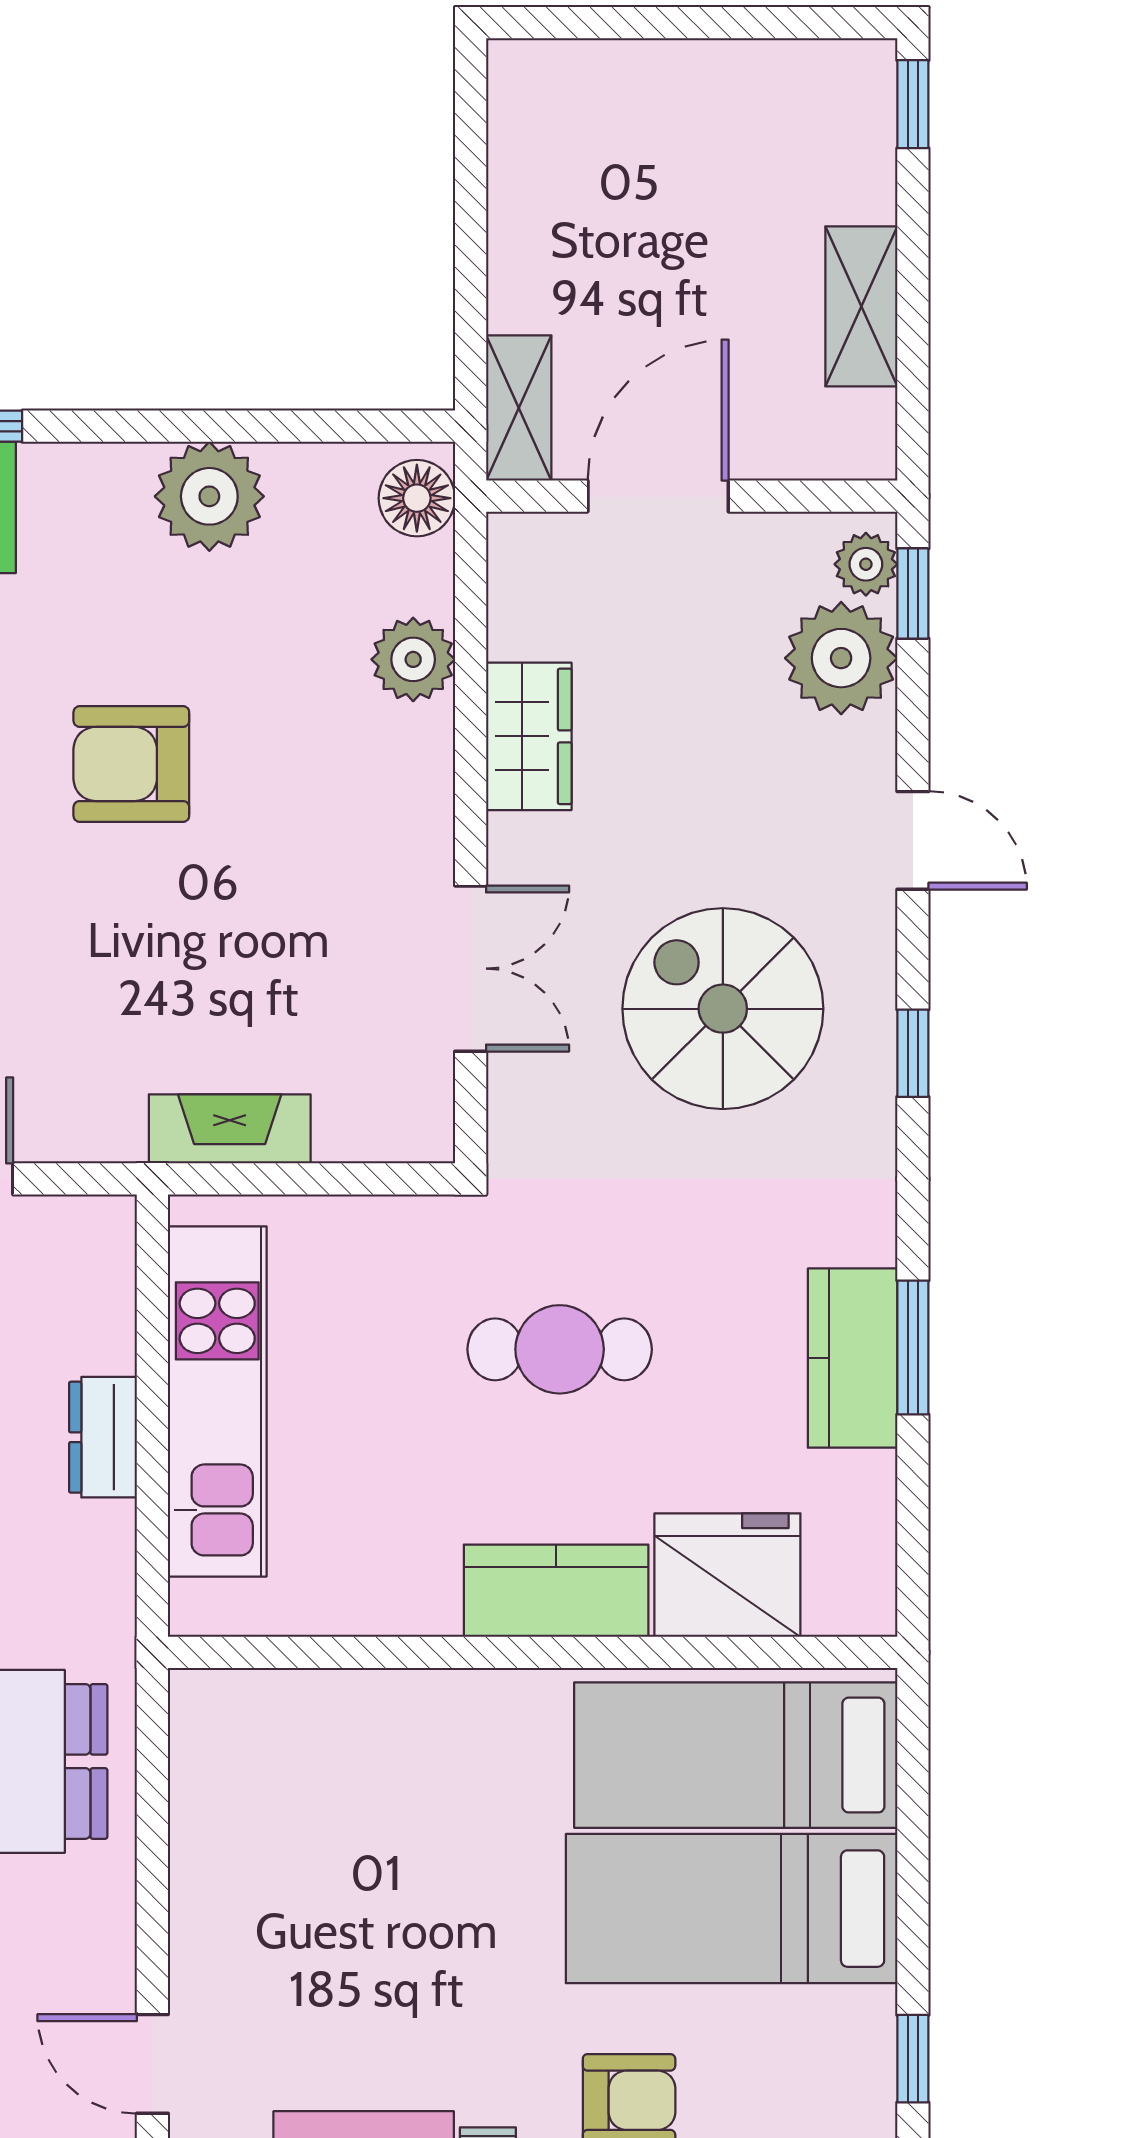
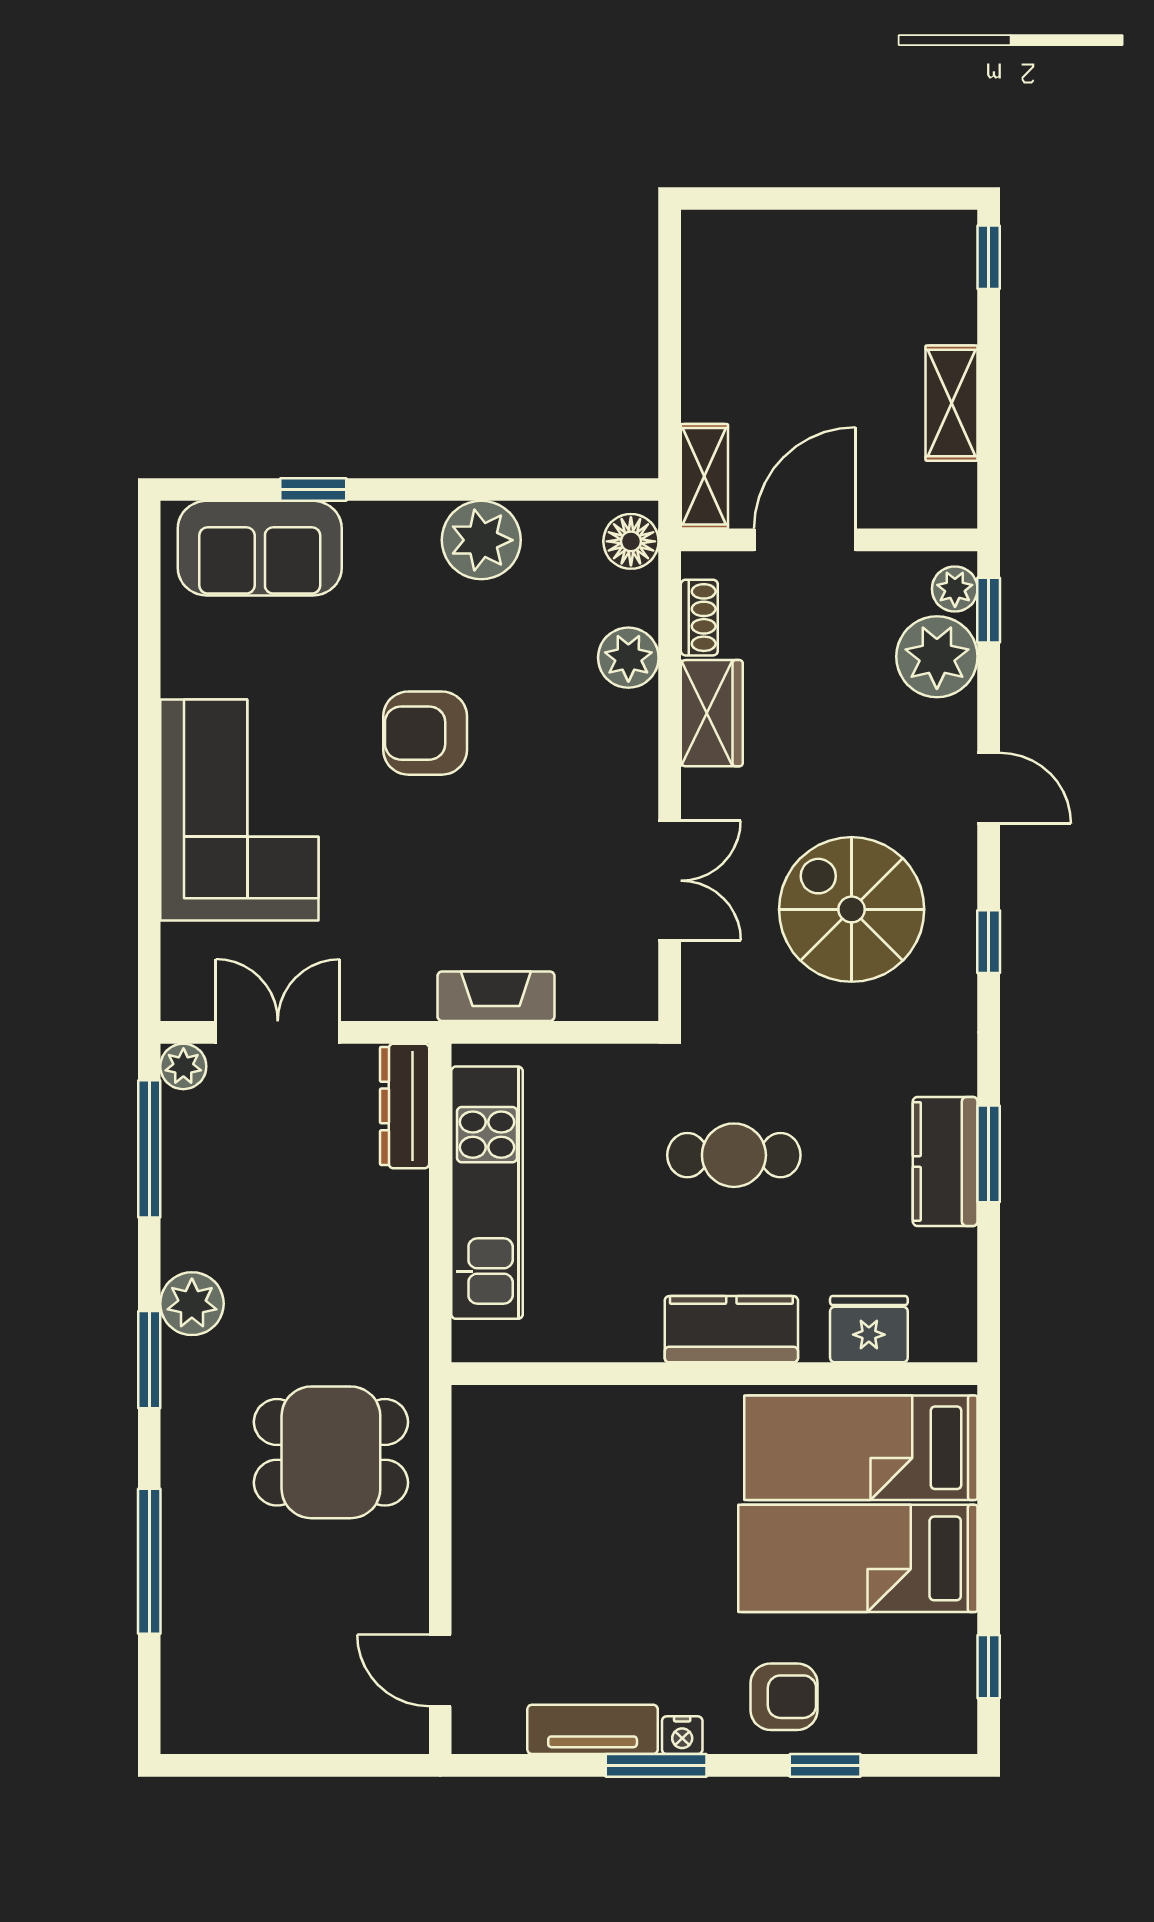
shoe rack: (512, 604) -> (699, 618), added
dresser: (103, 1437) -> (405, 1106), moved, width x1.44
fridge: (727, 1575) -> (869, 1329), width x0.73, depth x0.75

